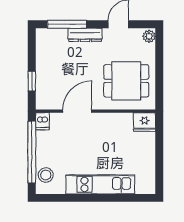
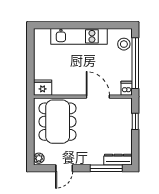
dresser: (85, 35) -> (118, 160), moved
dining table: (126, 81) -> (58, 122), width x1.37
door: (77, 111) -> (98, 97), swing flipped

